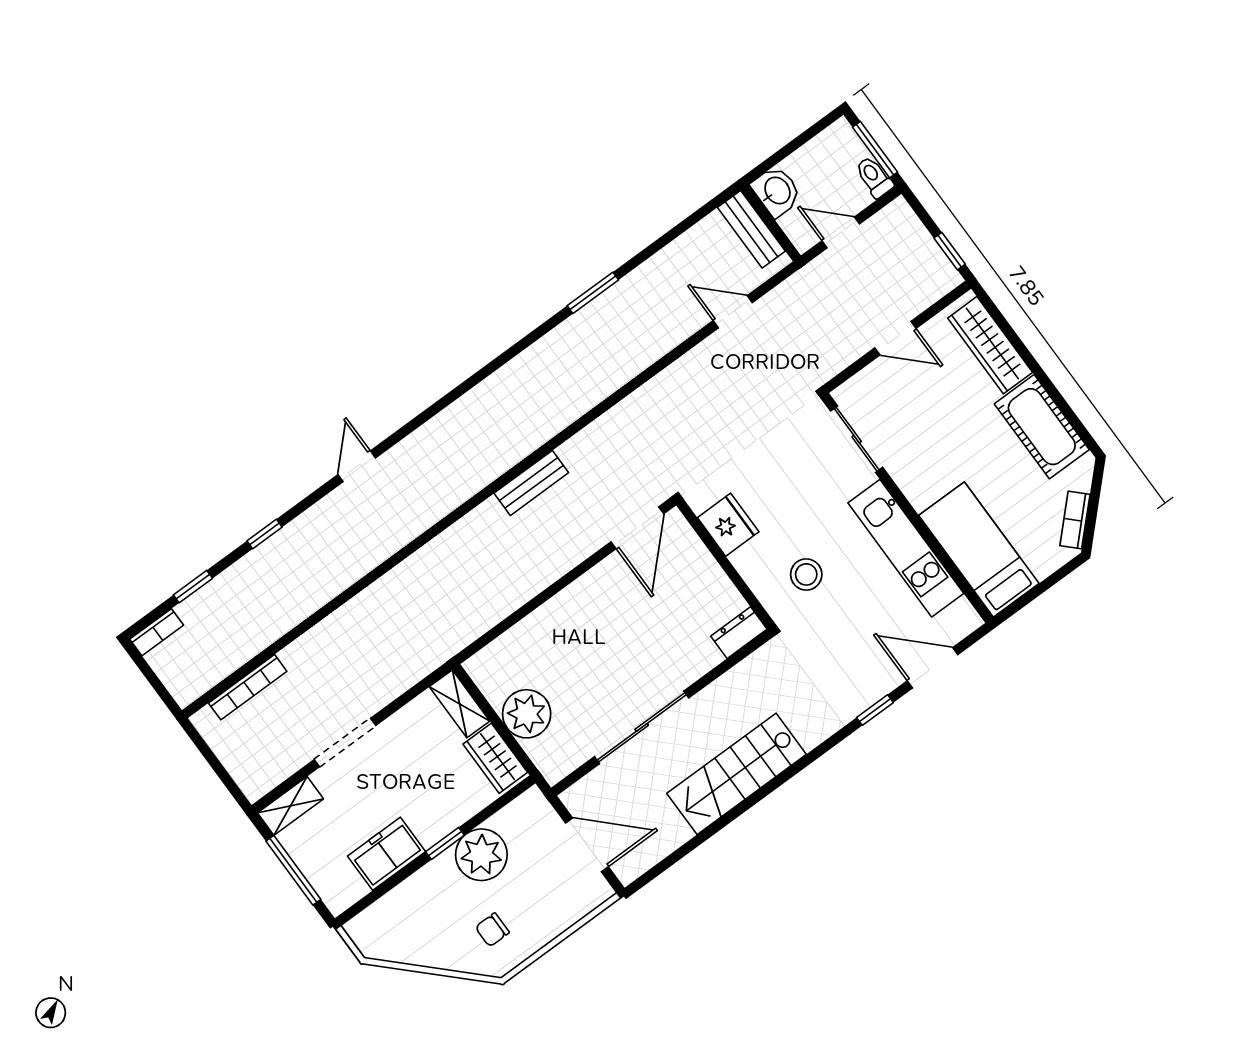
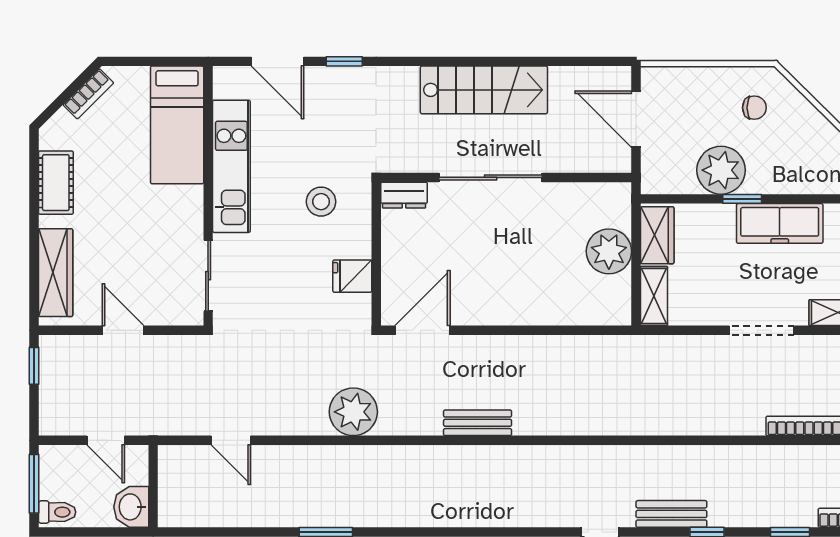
toilet: (874, 177) -> (57, 512), moved, turned -90
bench: (751, 229) -> (671, 514), moved, turned 90
plant: (645, 414) -> (353, 412), added
cot: (1042, 427) -> (56, 183), width x0.73, depth x0.75
fridge: (728, 525) -> (352, 276), width x0.72
sliding door: (642, 727) -> (491, 177), moved
freezer: (387, 854) -> (780, 223), width x1.40

